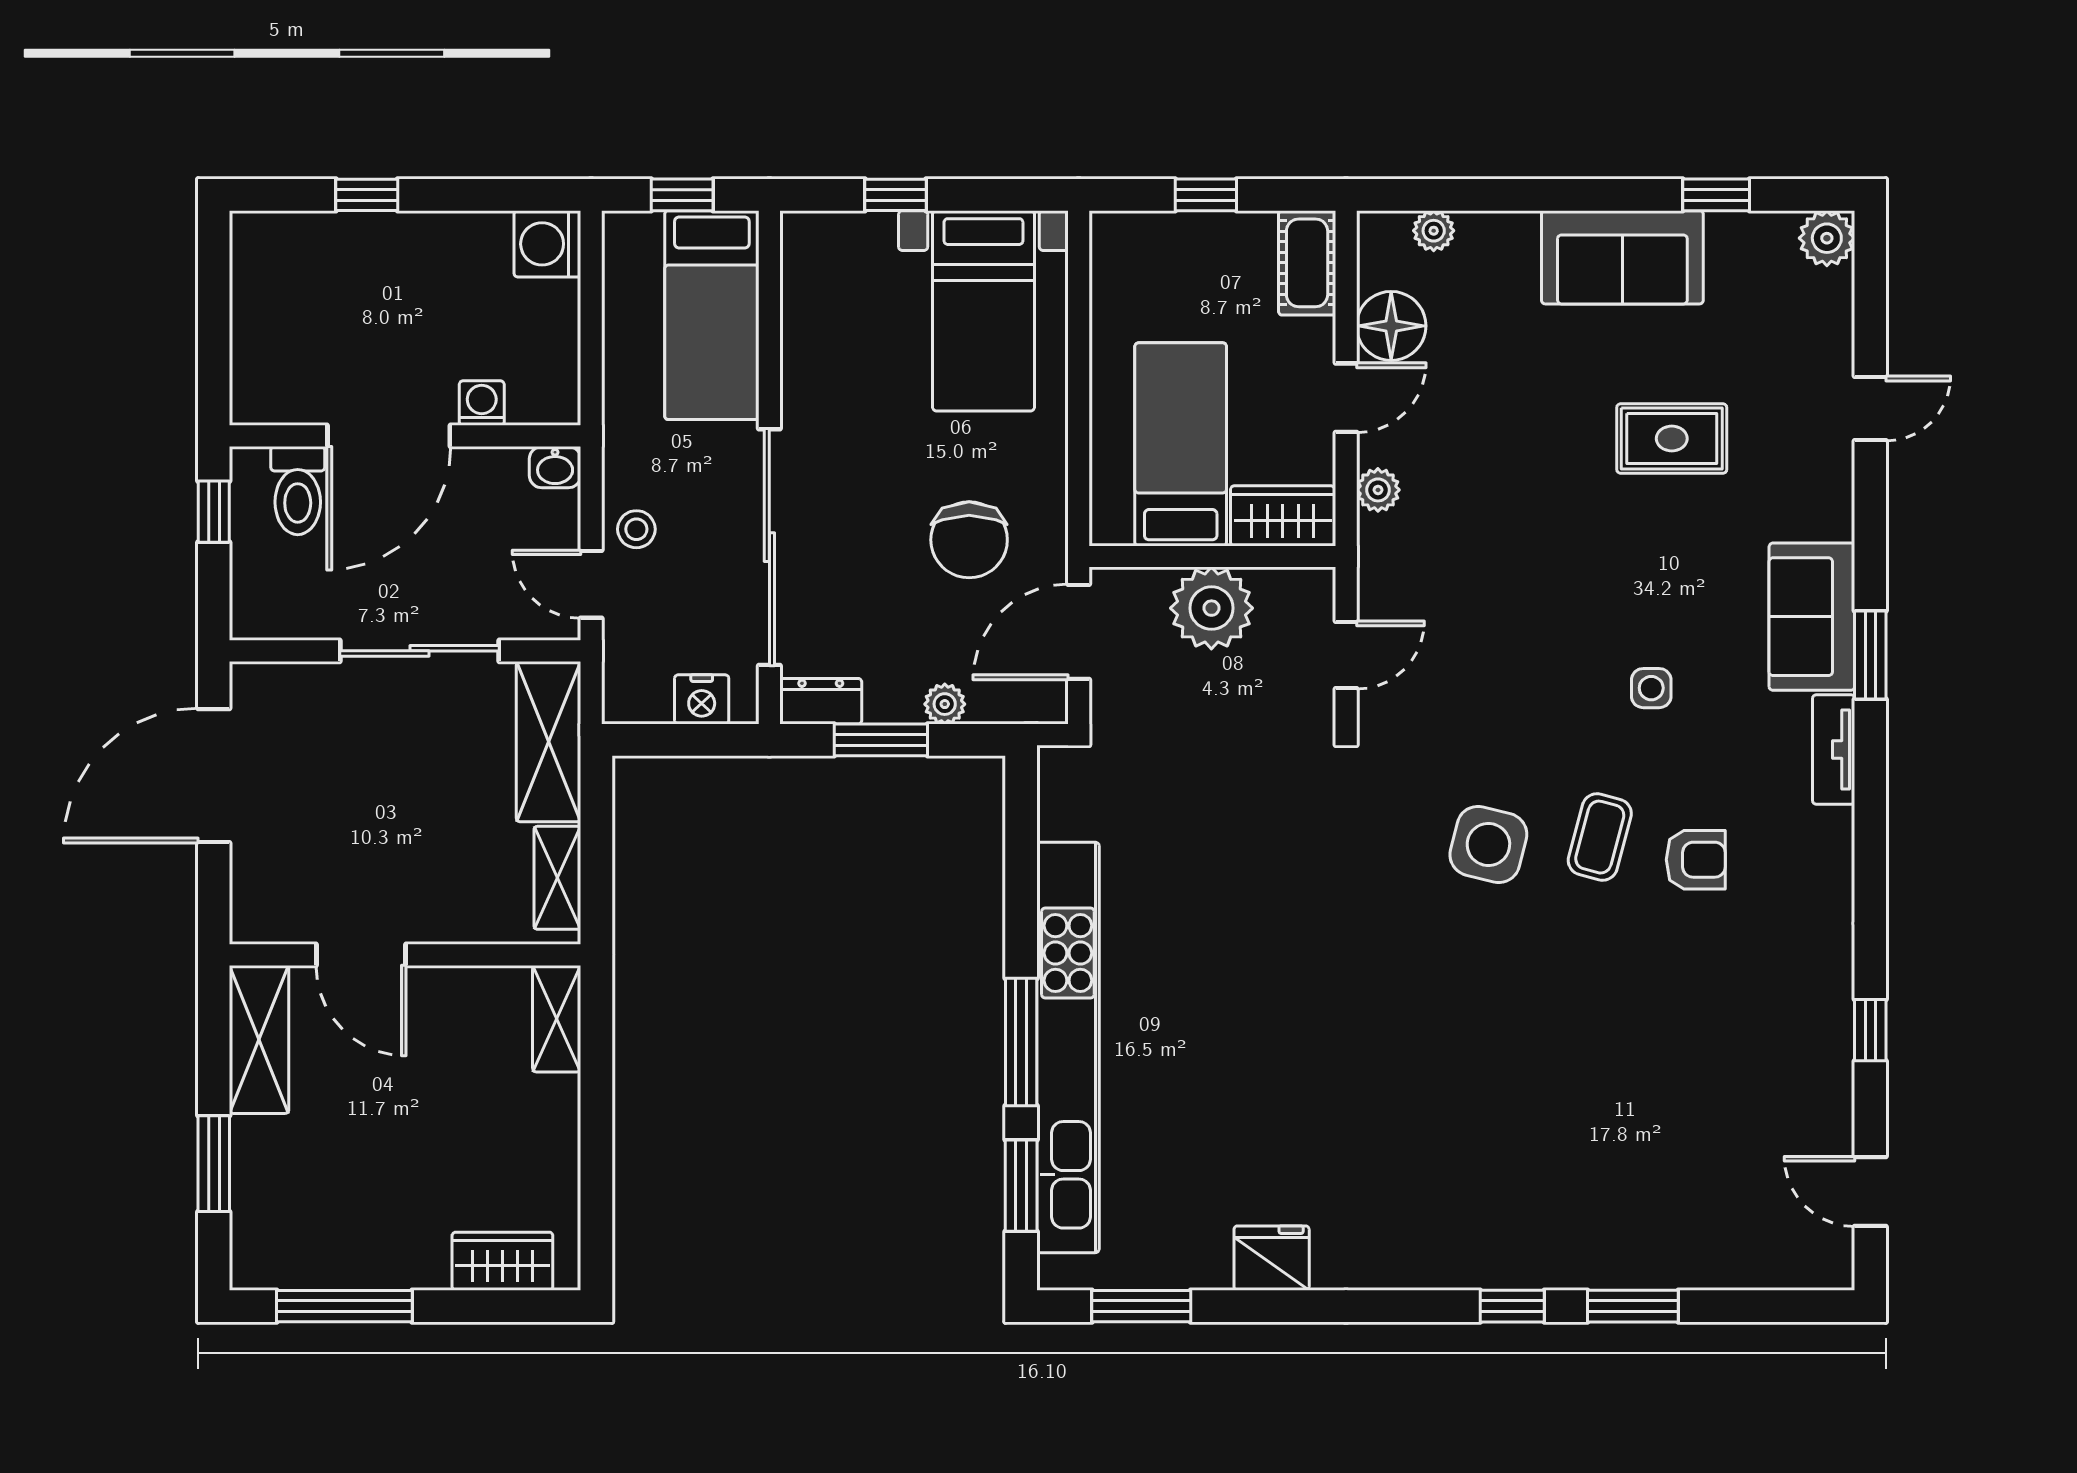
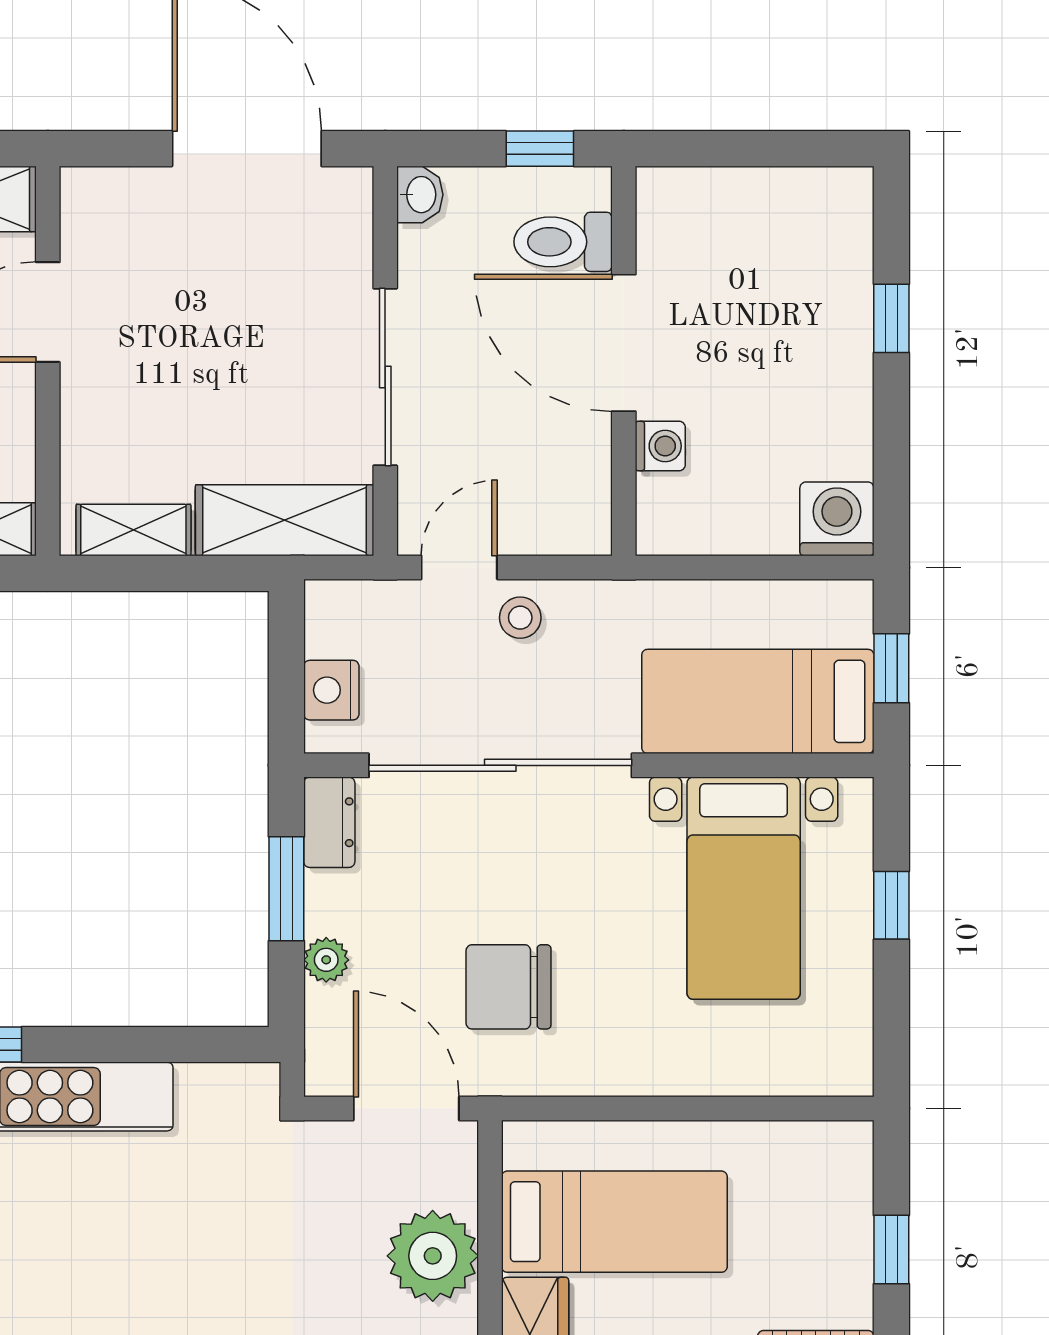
bed with nightstands: (983, 311) -> (744, 888), moved, turned -90
washbasin: (555, 467) -> (420, 195), moved, turned 180

